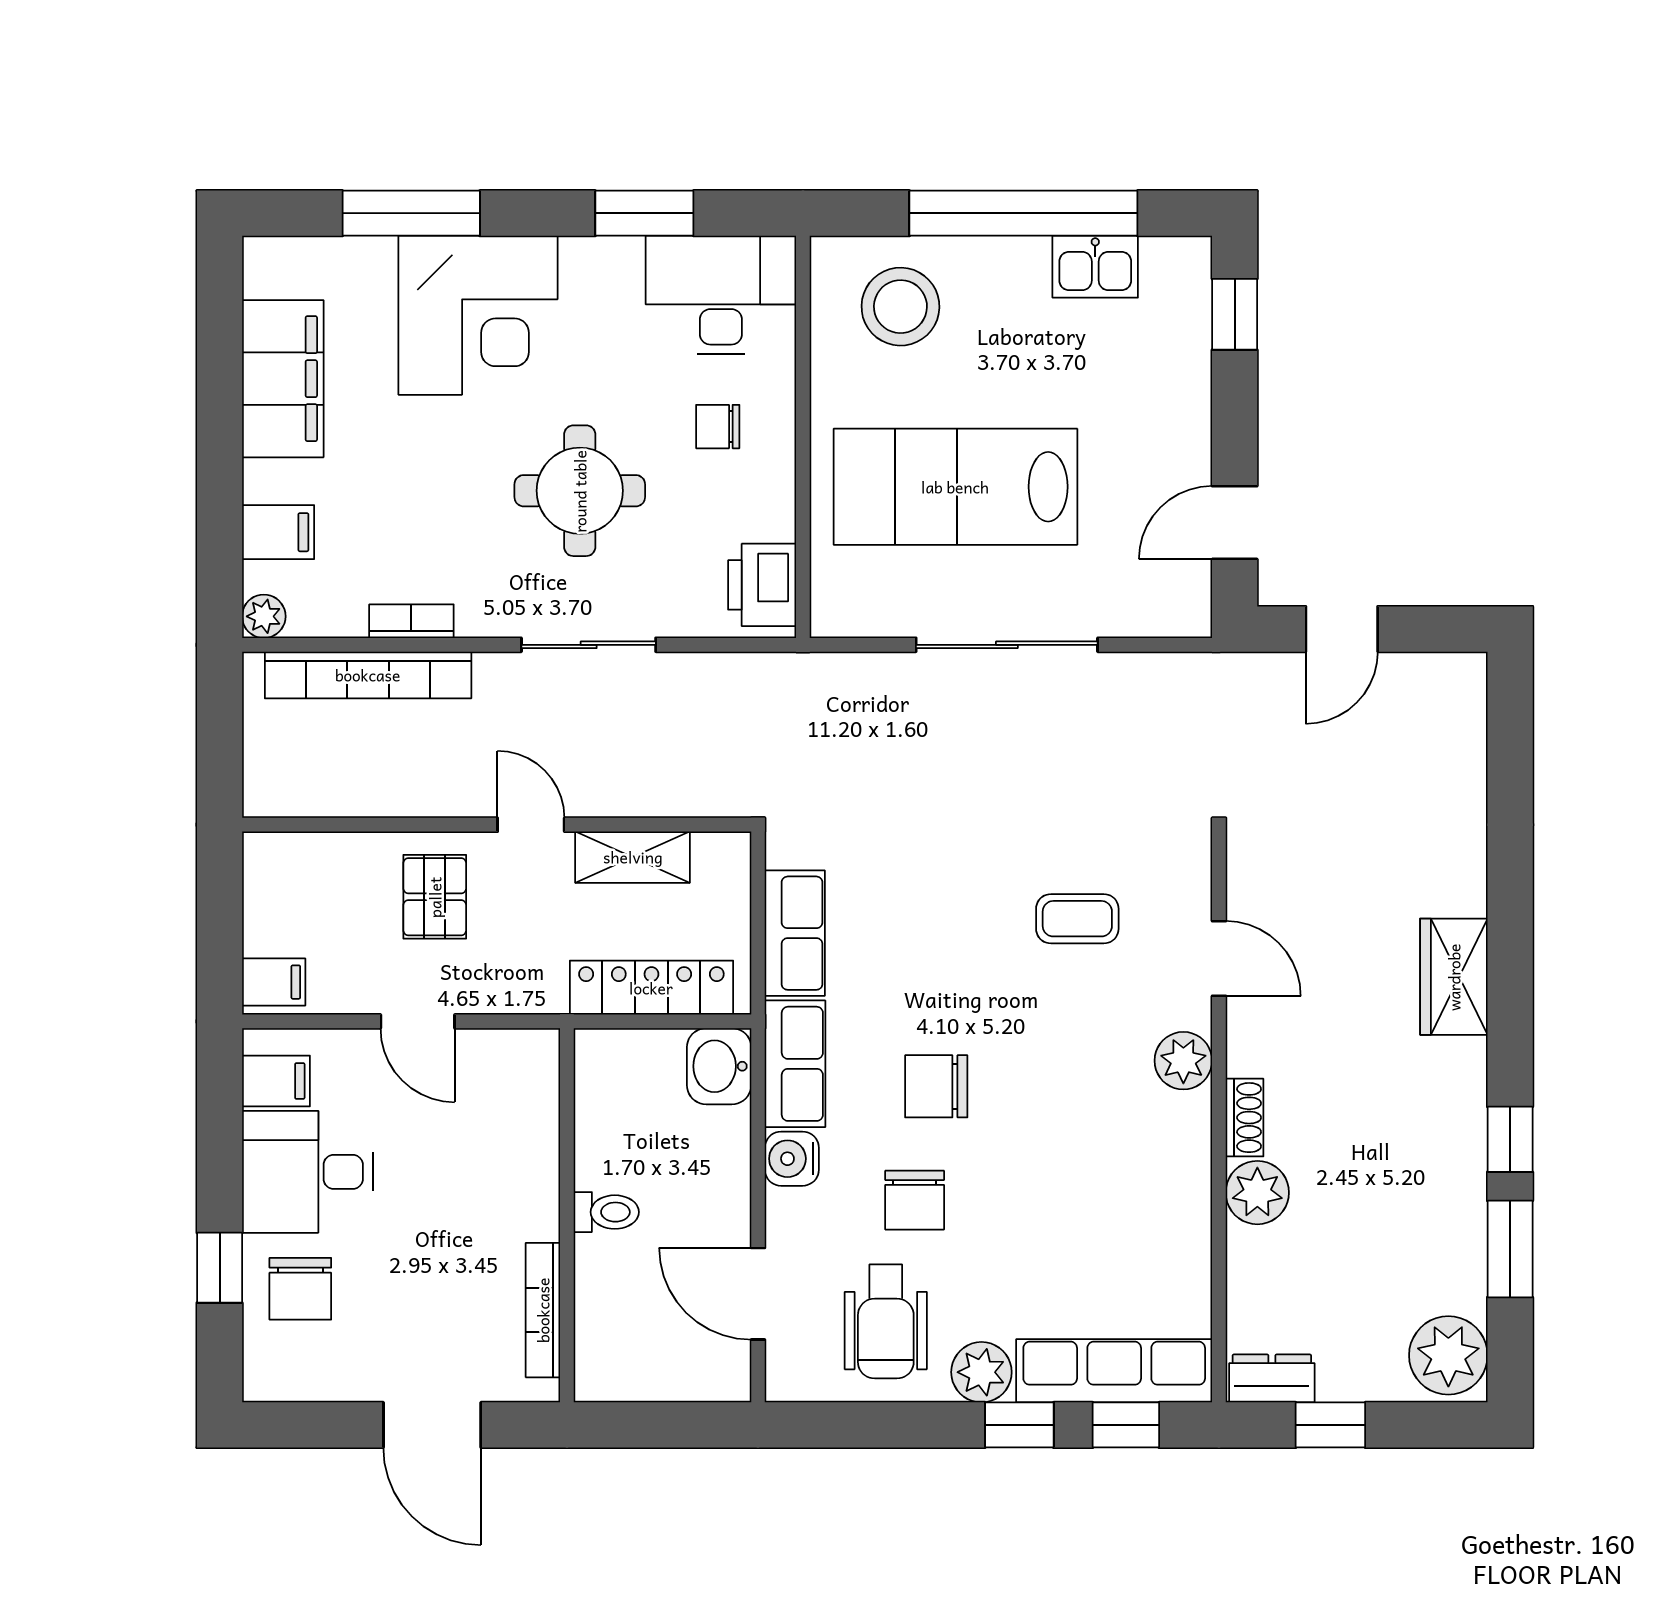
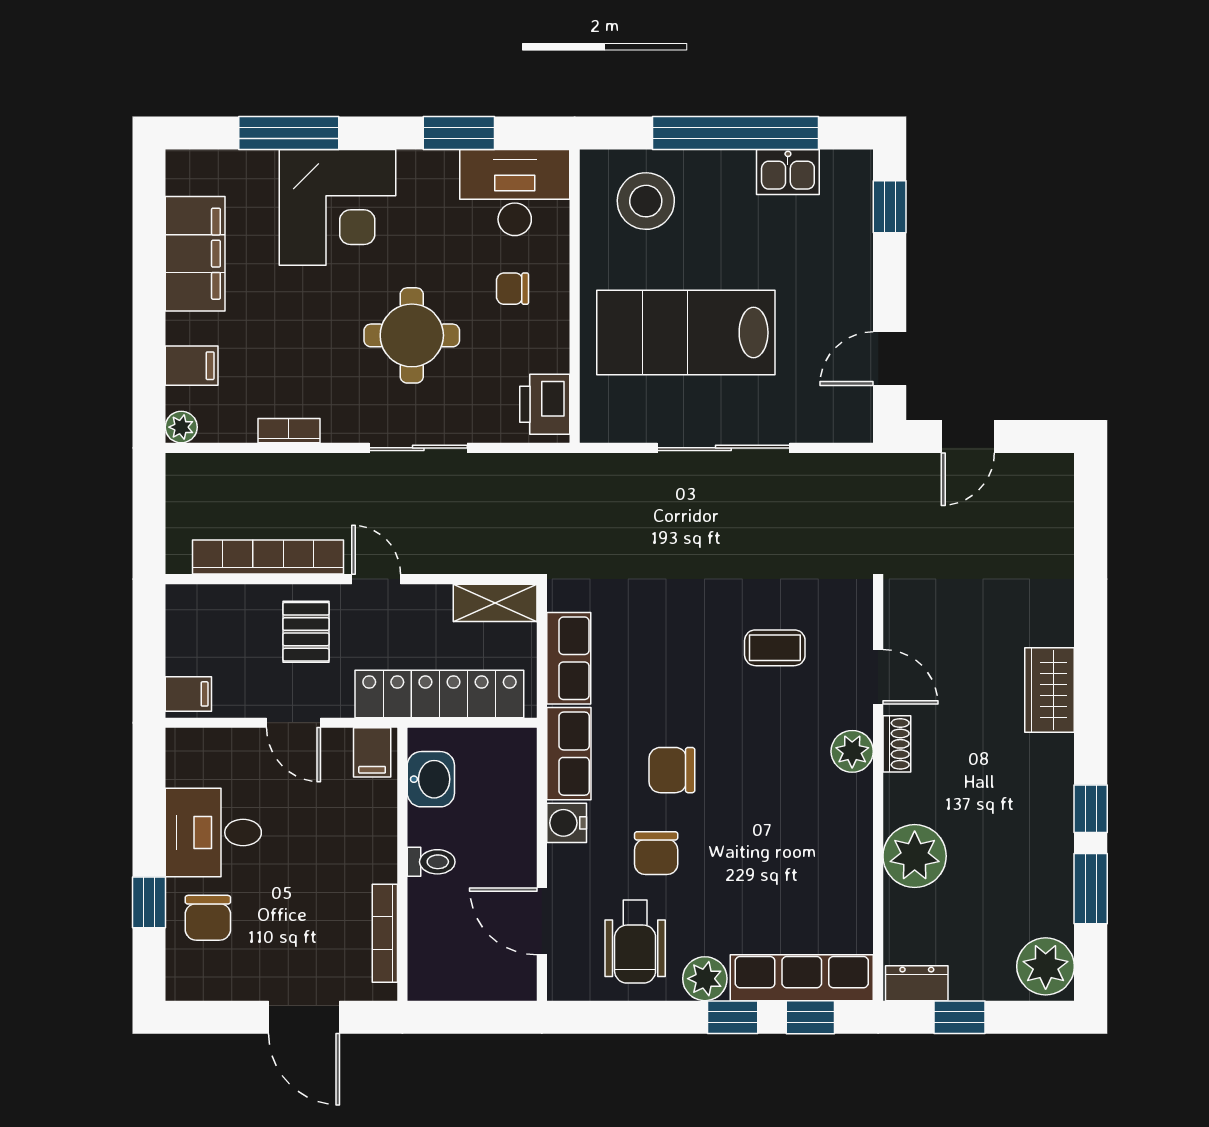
bookcase: (368, 675) -> (268, 557), moved, turned 180
shelving: (633, 857) -> (495, 603), moved
locker: (651, 988) -> (439, 694), width x1.41, depth x1.21
washbasin: (719, 1066) -> (431, 779), moved, turned 180
filing cabinet: (276, 1081) -> (372, 752), moved, turned 90
shoe rack: (1245, 1118) -> (897, 744), moved
plant: (1257, 1193) -> (915, 856), width x1.36, depth x1.36

